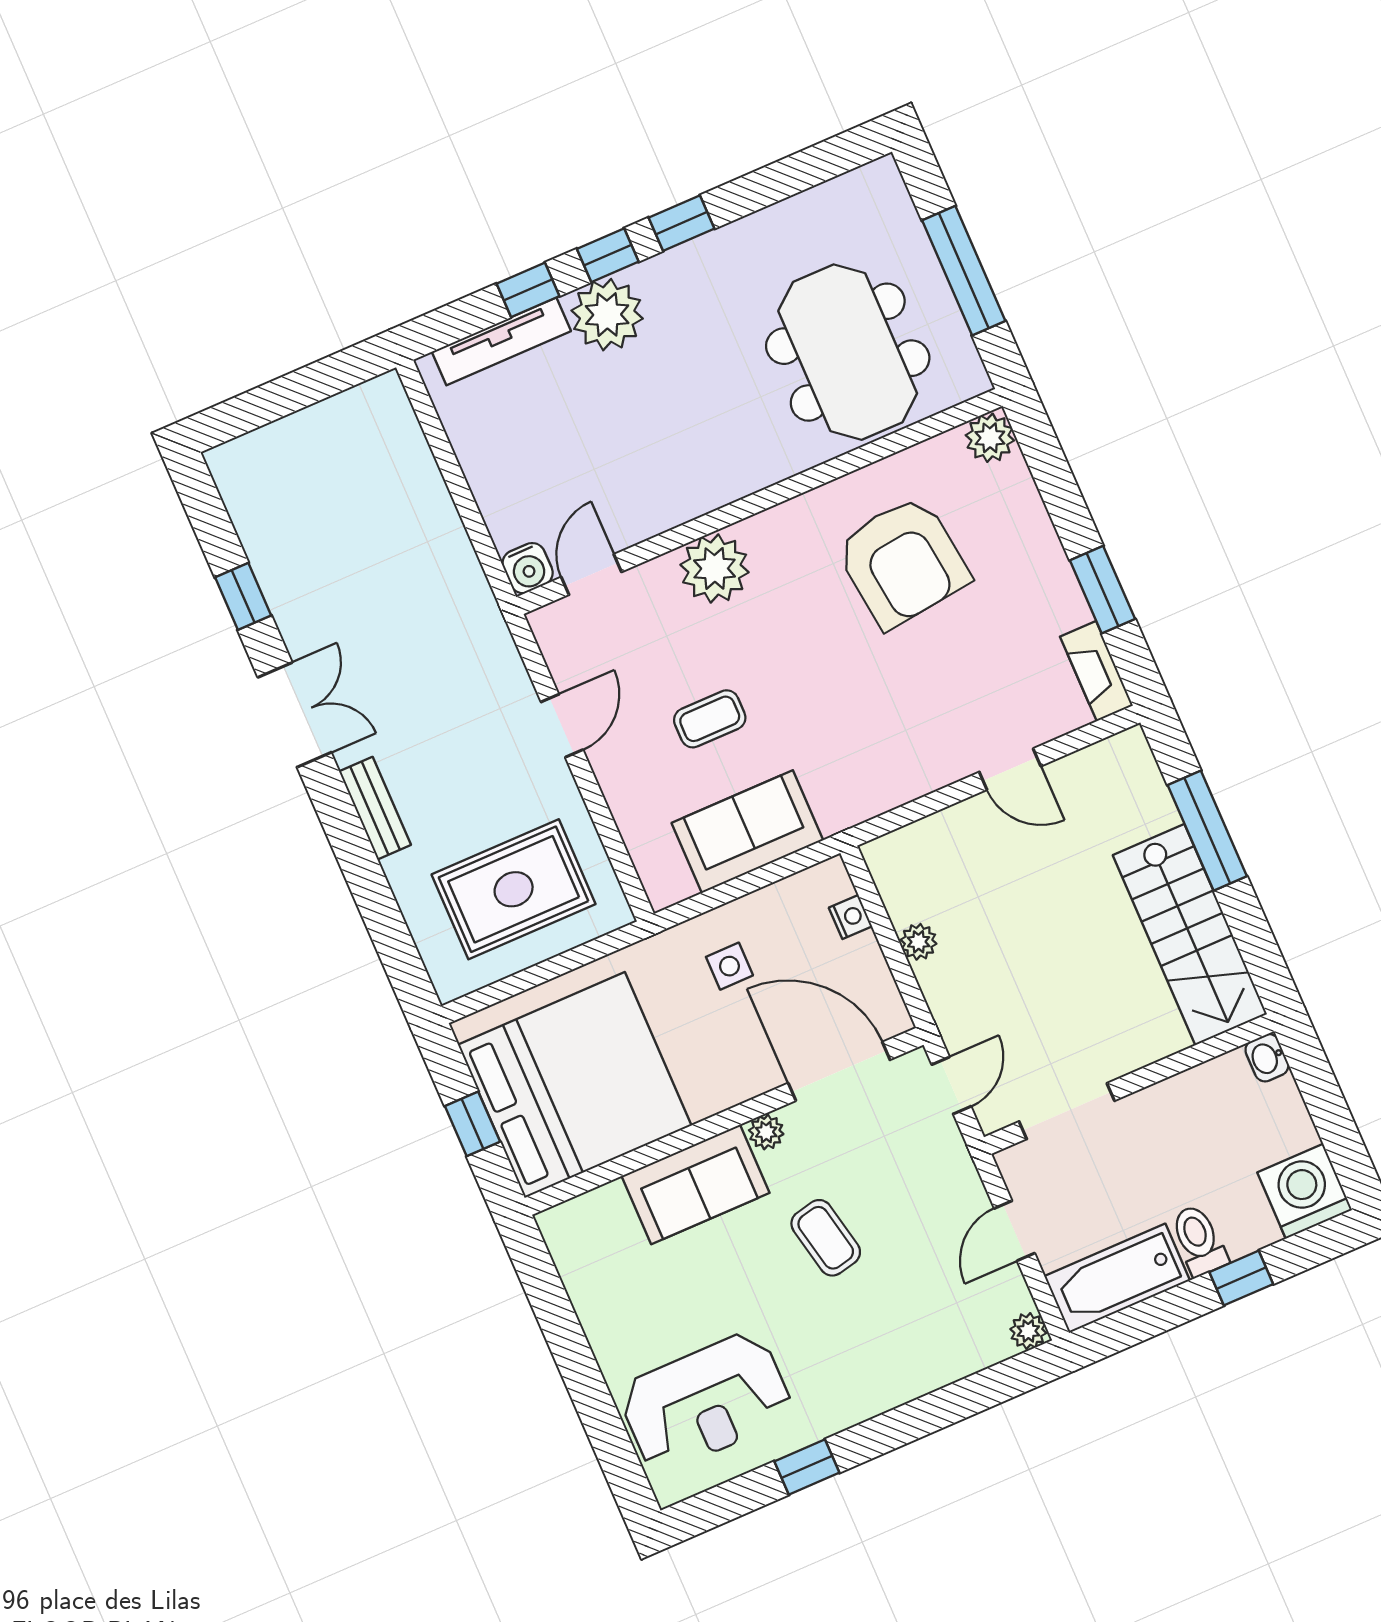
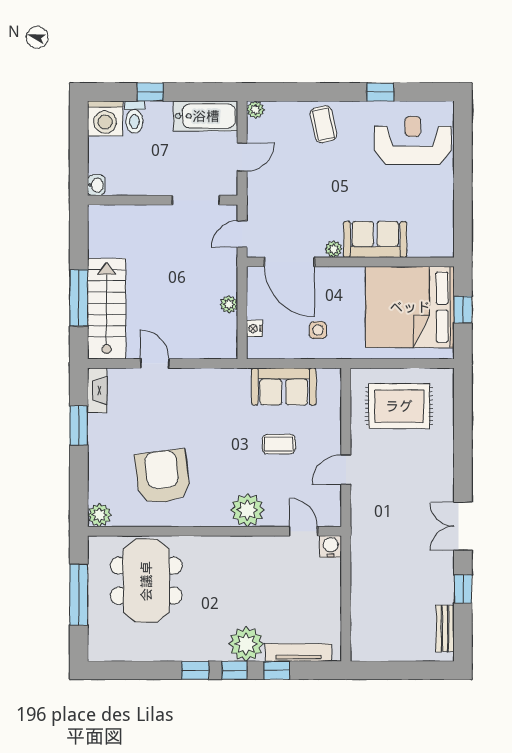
door: (591, 575) -> (303, 531), swing flipped
bench: (375, 808) -> (445, 629), moved
stairs: (1190, 935) -> (107, 309), moved
coffee table: (826, 1238) -> (323, 124), moved
toilet: (1199, 1240) -> (134, 117), moved

